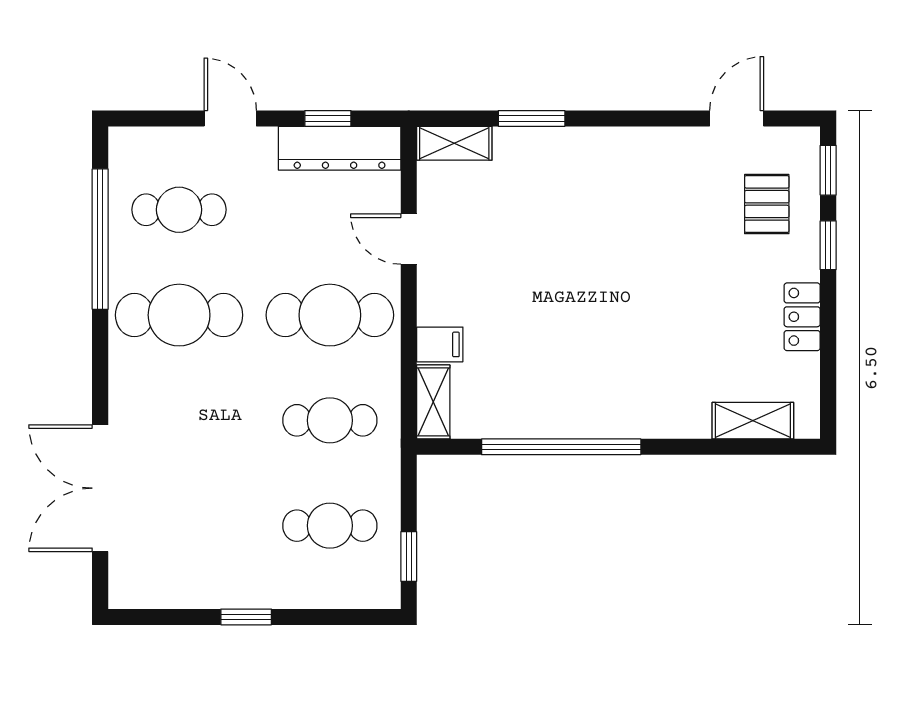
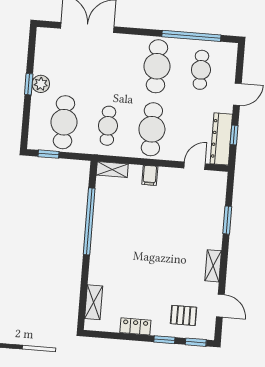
shelving: (454, 143) -> (213, 266), moved
door: (409, 239) -> (195, 166), moved
filing cabinet: (440, 344) -> (150, 175), moved
cafe table: (330, 526) -> (64, 122), width x1.37, depth x1.35
plant: (243, 588) -> (41, 84), added

